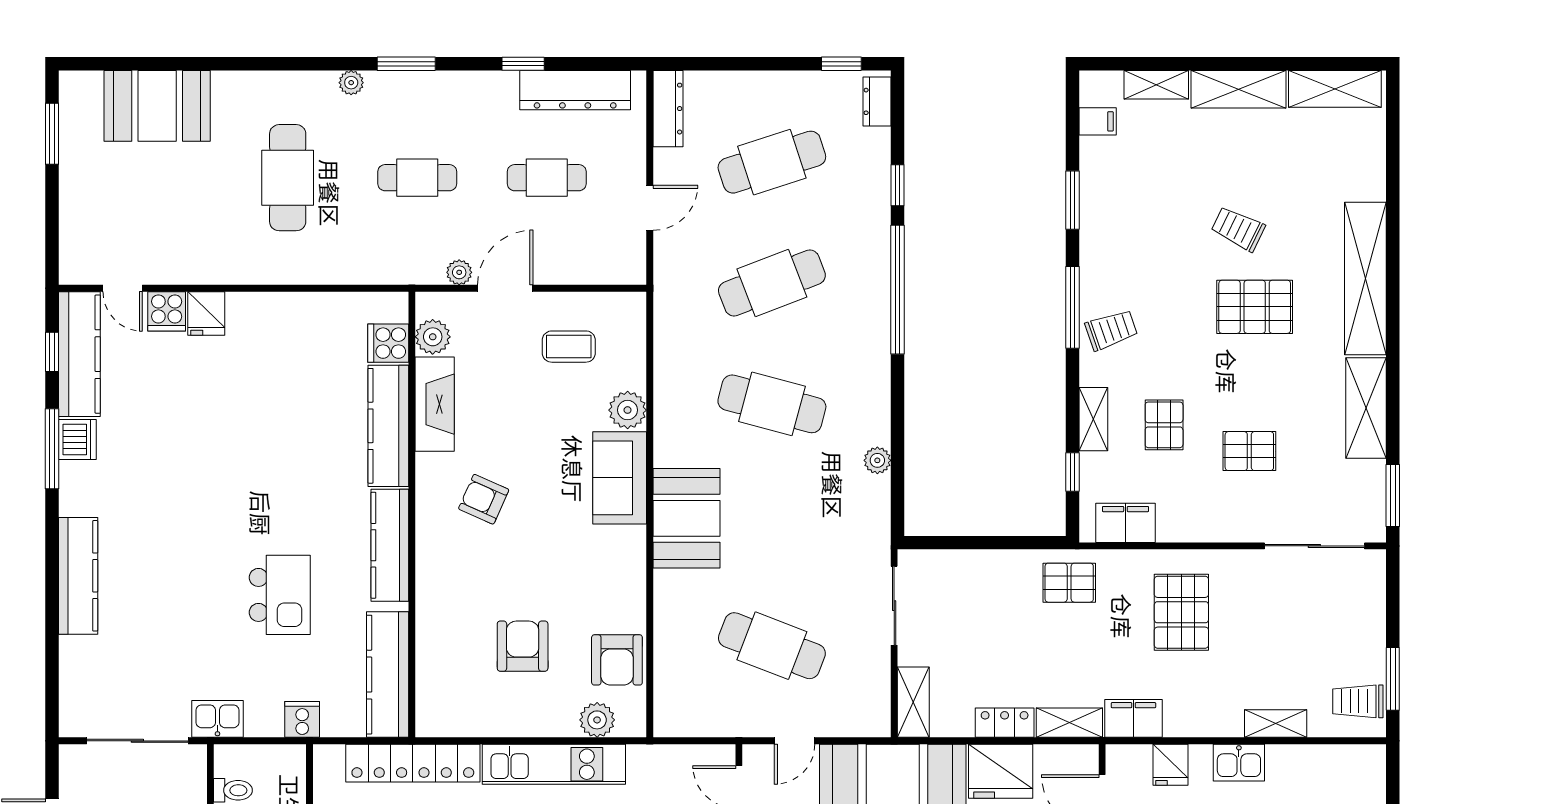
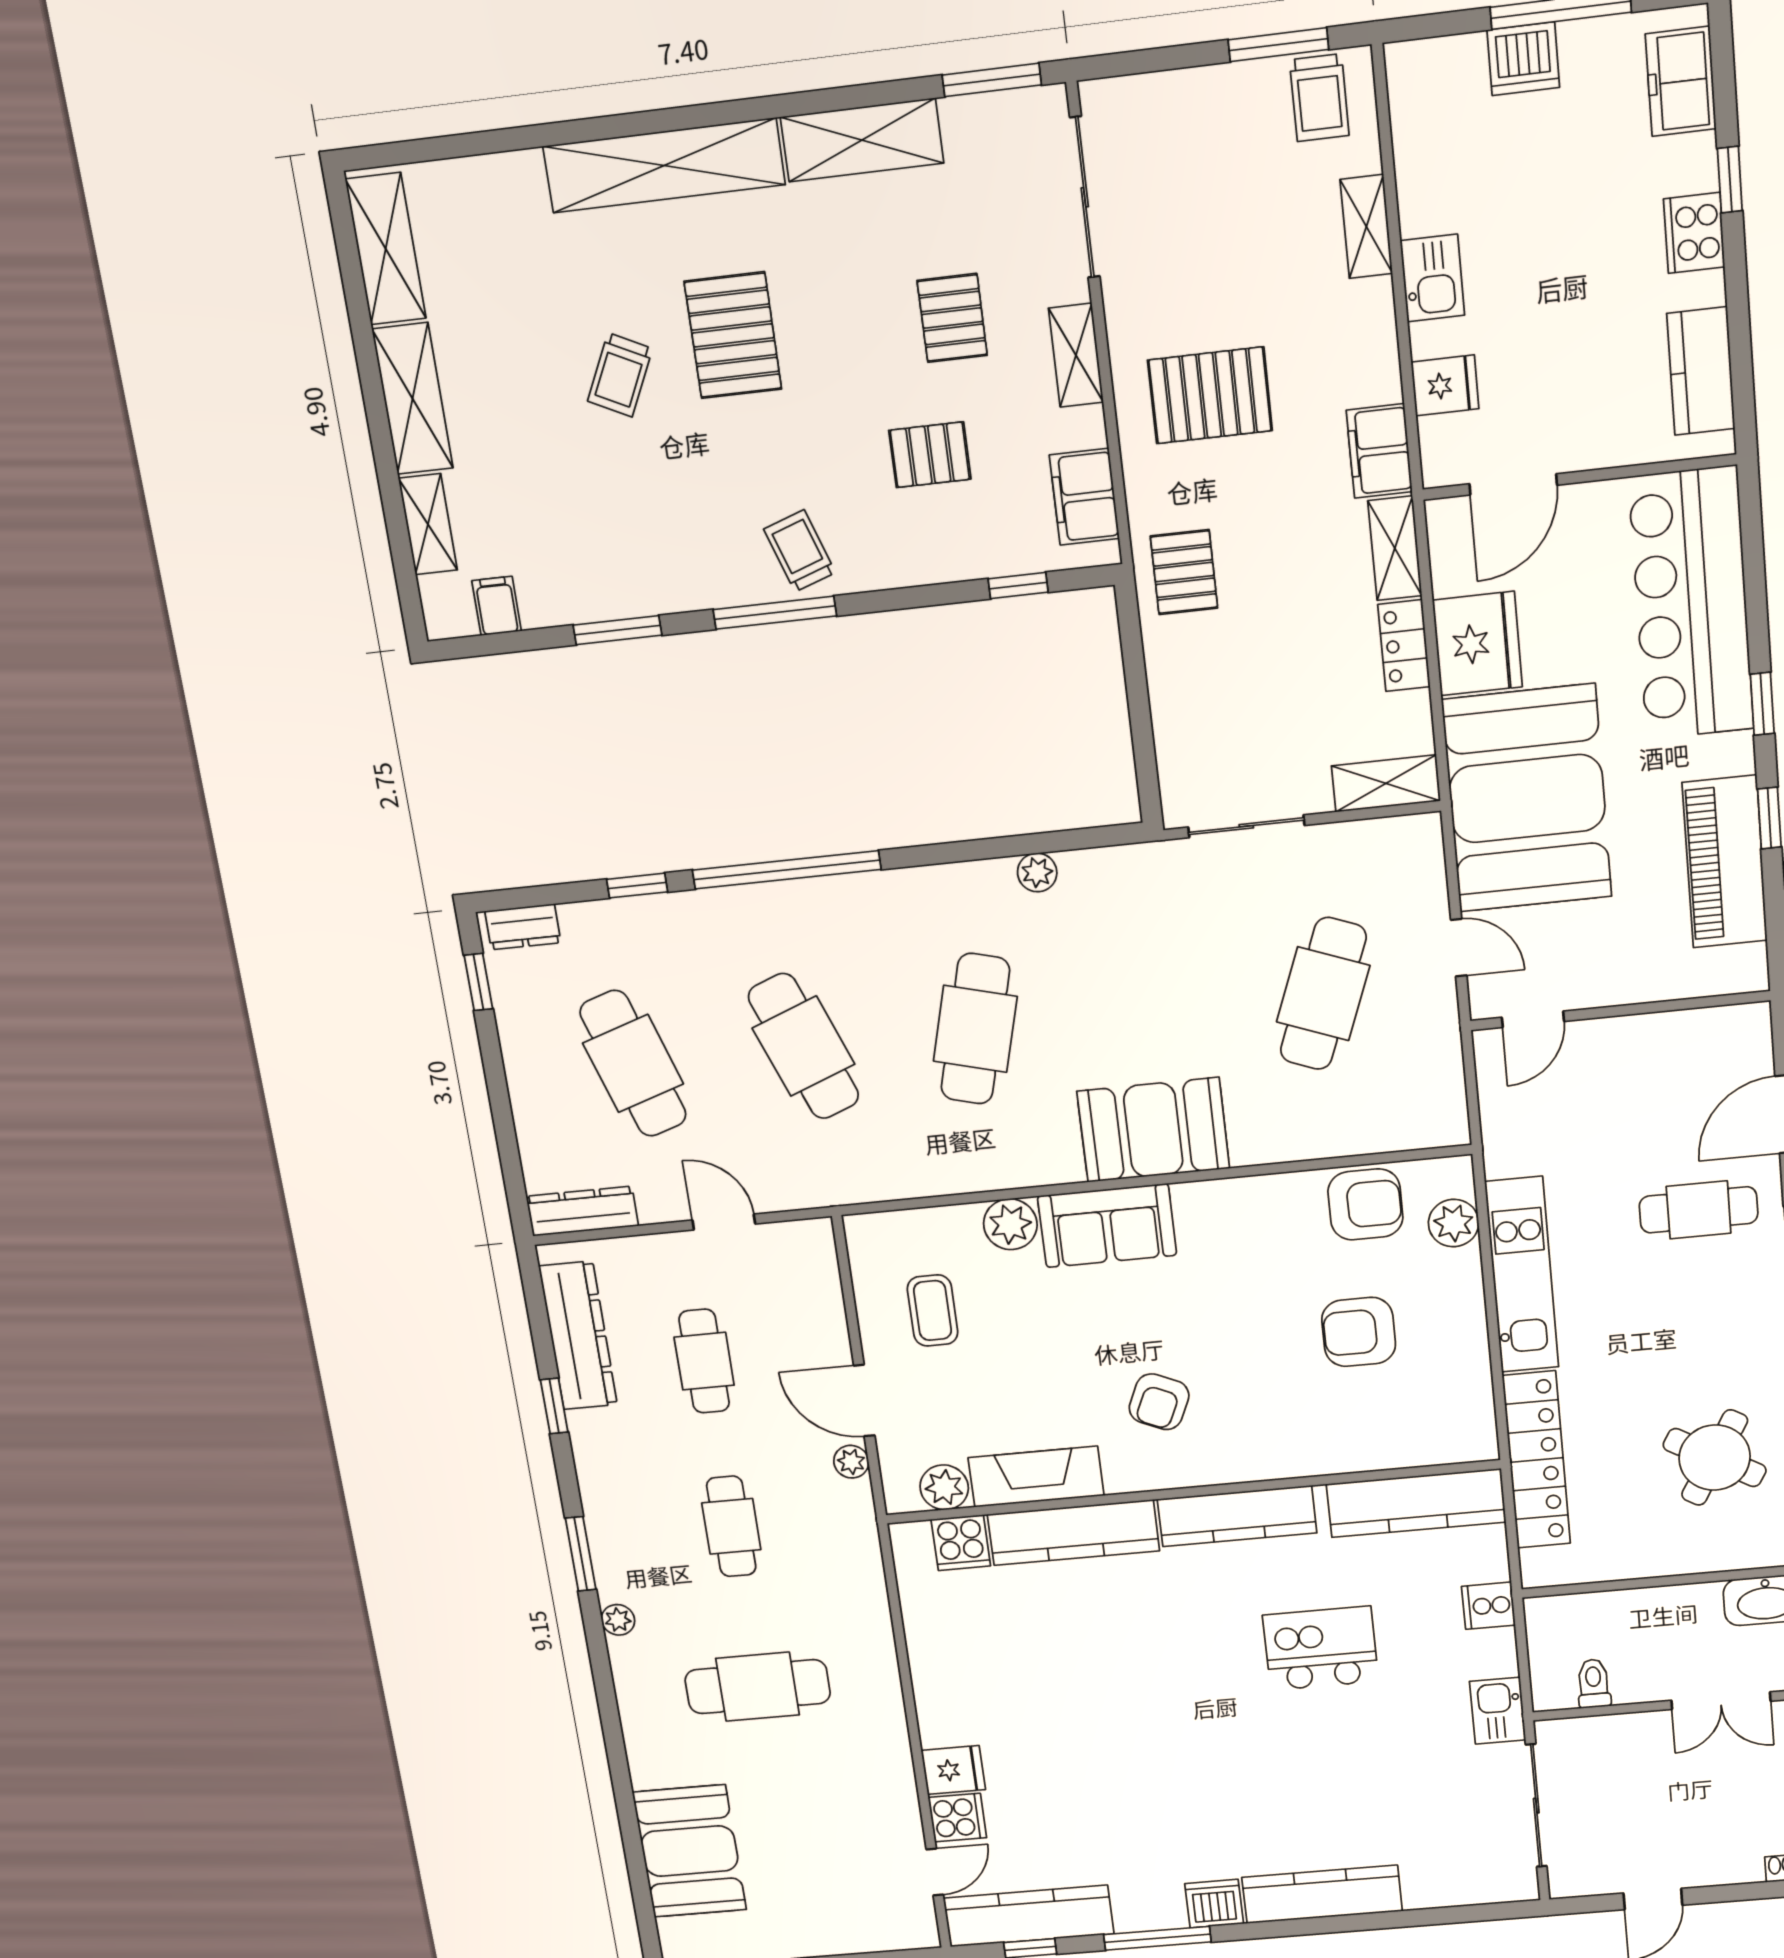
shelving: (1093, 419) -> (1076, 355), moved, turned 90
dishwasher: (77, 439) -> (1214, 1904), moved

